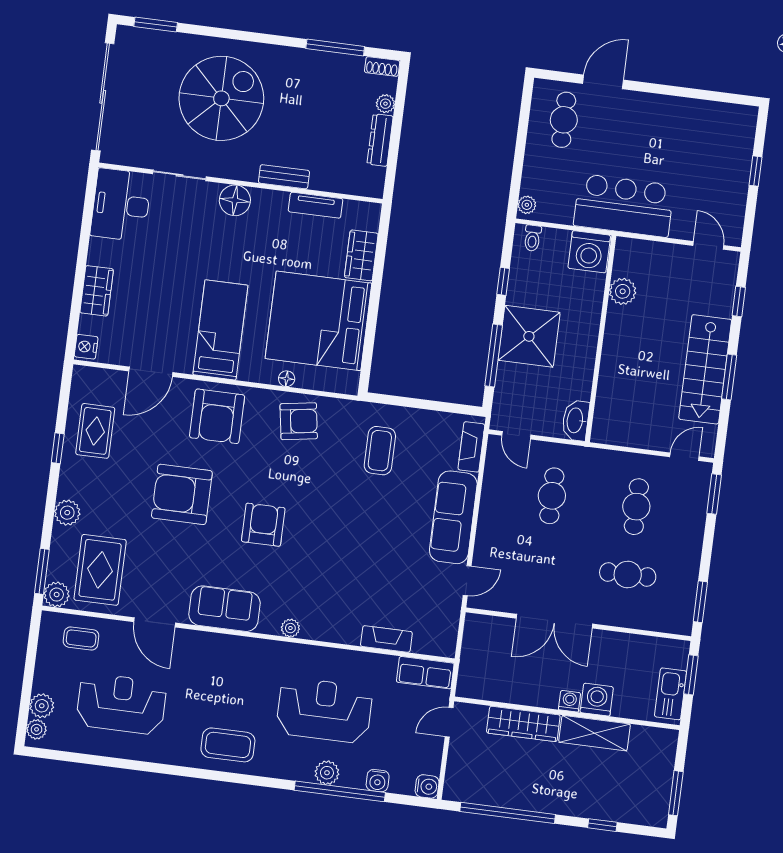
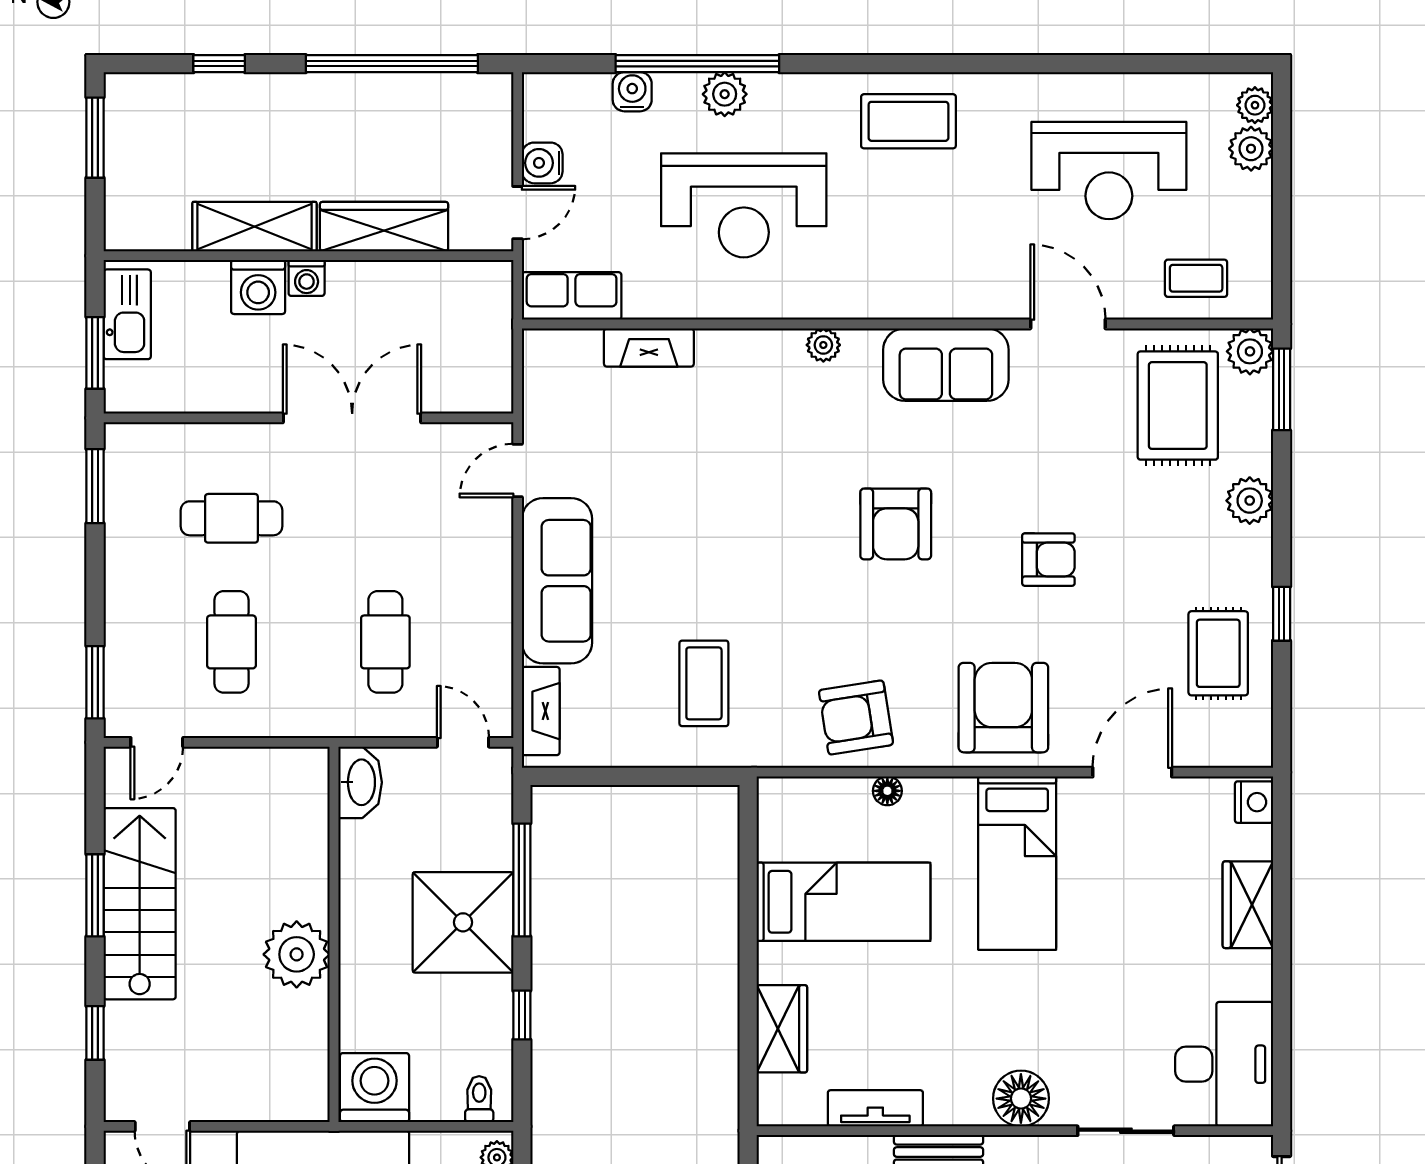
plant: (623, 291) -> (297, 954), moved, width x1.36, depth x1.36
bed: (319, 321) -> (843, 902), width x0.49
armchair: (182, 494) -> (1048, 560), width x0.53, depth x0.53
water cooler: (427, 786) -> (542, 163), moved

